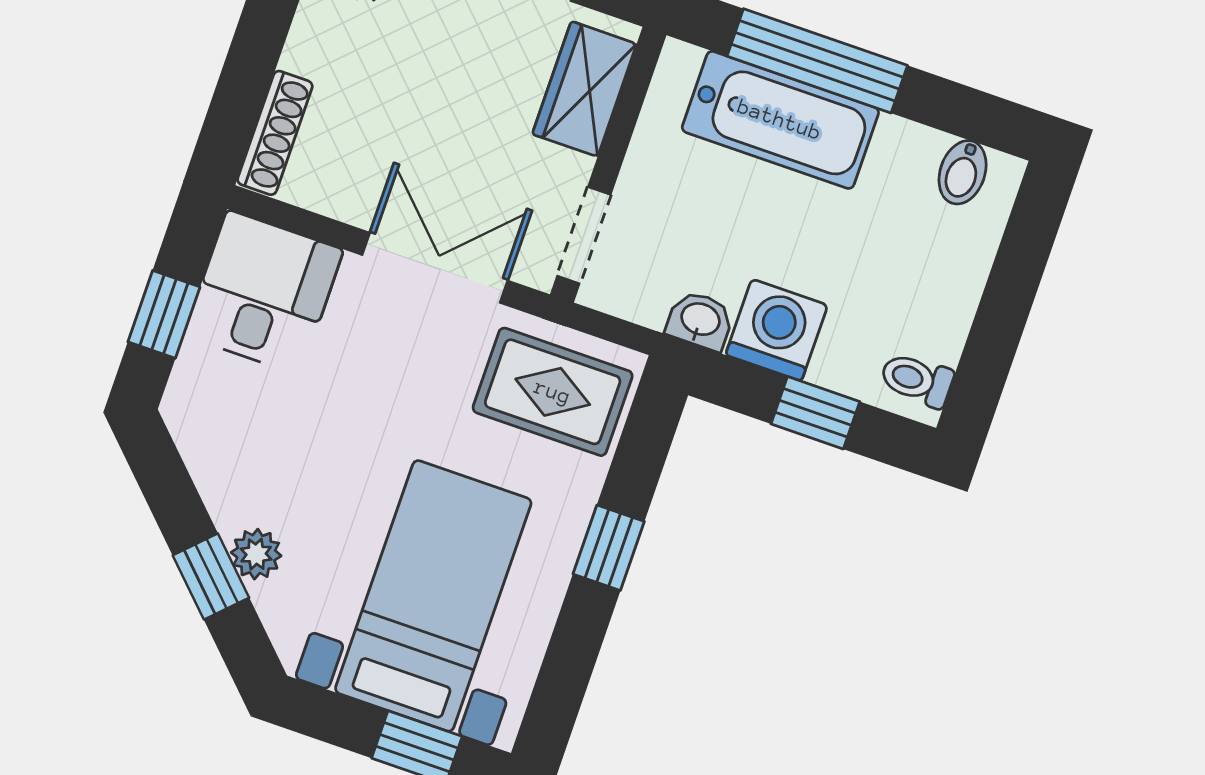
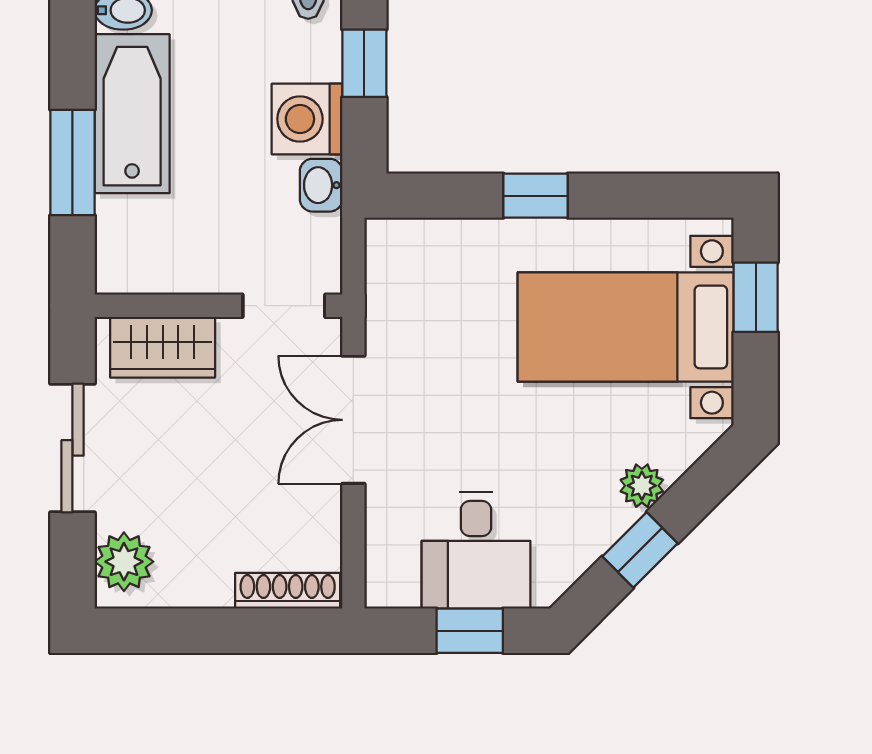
window: (817, 61) -> (72, 163), width x0.69
bathtub: (780, 120) -> (132, 114), moved
desk: (264, 292) -> (476, 550), moved, turned -90
rug: (553, 392) -> (422, 287), removed
window: (211, 576) -> (640, 550), moved

